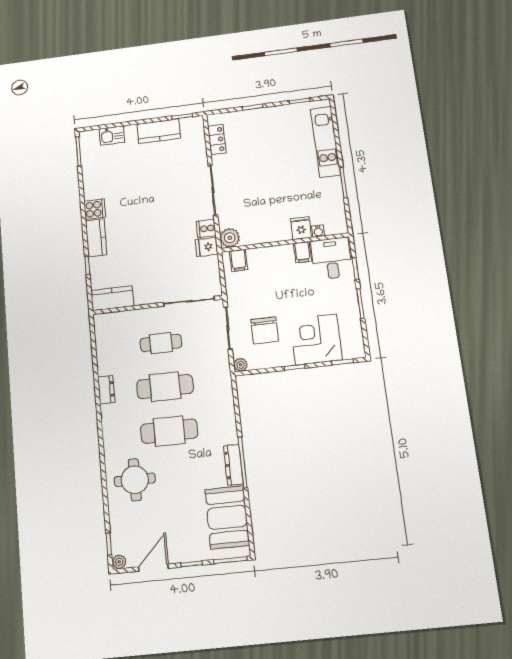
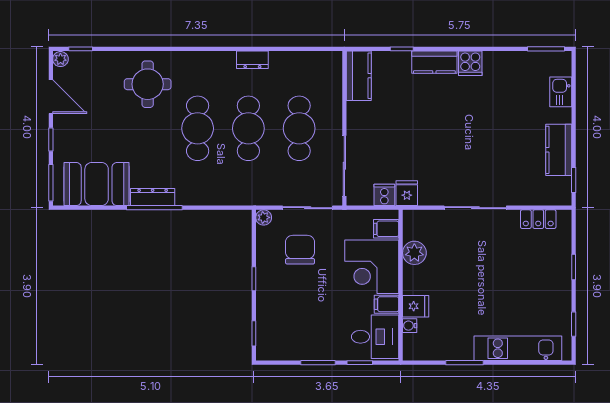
cooker: (206, 228) -> (384, 195), moved
plant: (230, 238) -> (414, 253), moved
chair: (265, 330) -> (300, 250), turned 90
corner desk: (316, 340) -> (372, 267), moved, turned 180
cafe table: (161, 343) -> (299, 128), width x1.37, depth x1.35

